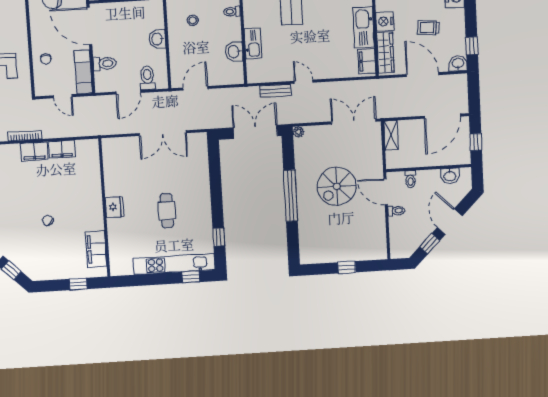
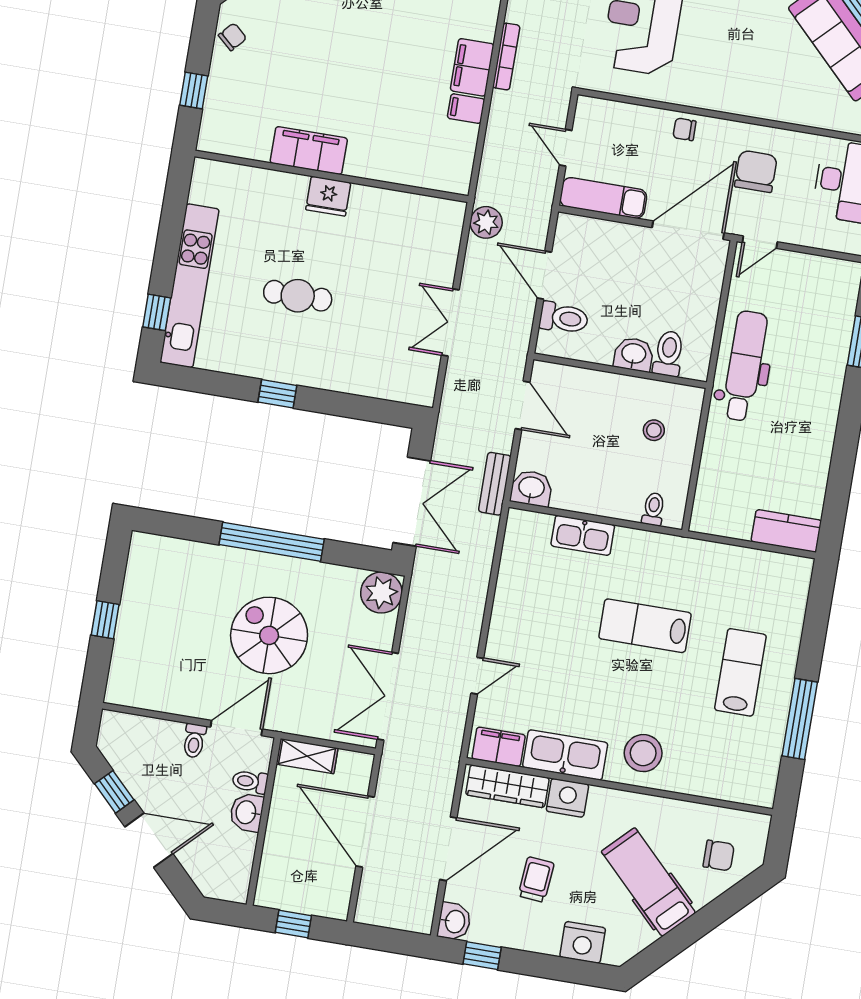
washbasin: (234, 52) -> (531, 488), moved
chair: (46, 59) -> (684, 129), moved
toilet: (105, 63) -> (668, 353), moved, turned 180
door: (304, 82) -> (477, 676), moved
bench: (275, 91) -> (495, 484), moved
door: (63, 96) -> (566, 148), hinge flipped
door: (442, 116) -> (365, 832), moved
double door: (354, 122) -> (388, 696), swing flipped
plant: (109, 127) -> (486, 222), added
plant: (298, 132) -> (381, 593), width x1.88, depth x1.88
double door: (163, 133) -> (450, 322), width x0.73
shelving: (391, 135) -> (307, 756), moved
filing cabinet: (62, 149) -> (466, 109), width x0.50
washbasin: (450, 176) -> (247, 812), moved
chair: (48, 221) -> (232, 37), moved
window: (219, 237) -> (277, 394), moved
filing cabinet: (96, 249) -> (309, 151), moved

